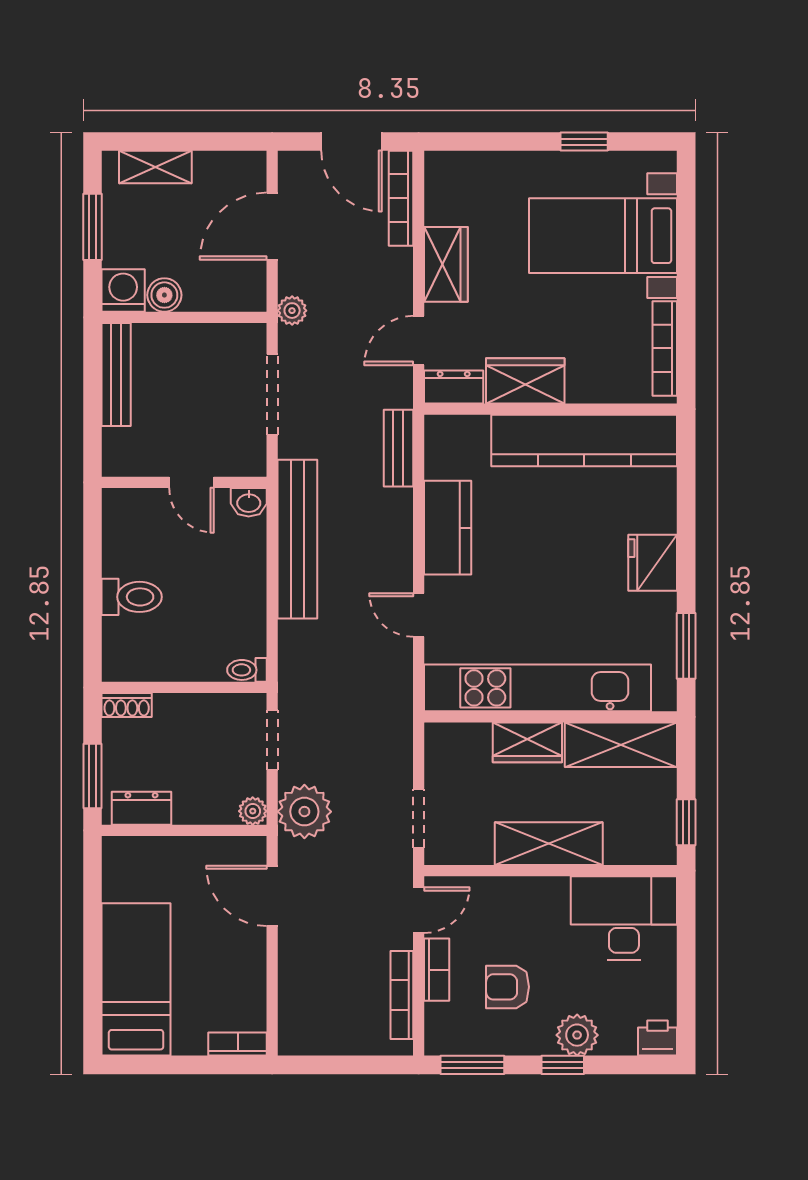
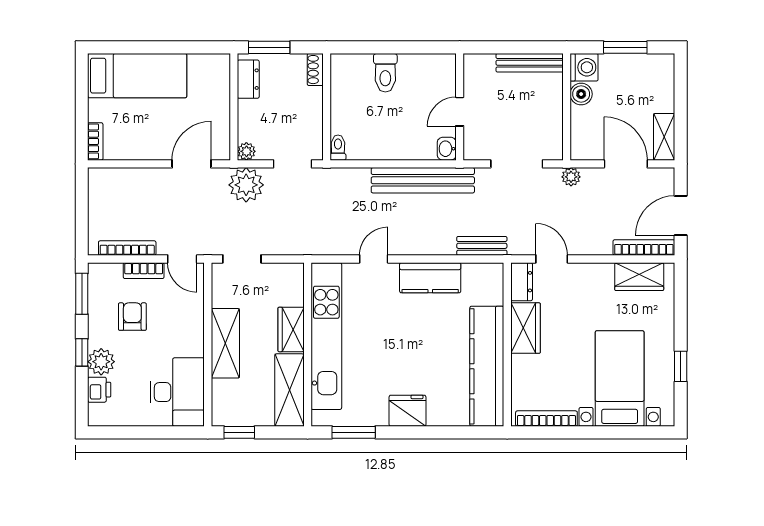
shelving: (155, 167) -> (664, 137), moved
wardrobe: (446, 264) -> (639, 277), moved
printer: (657, 1038) -> (99, 390), moved

